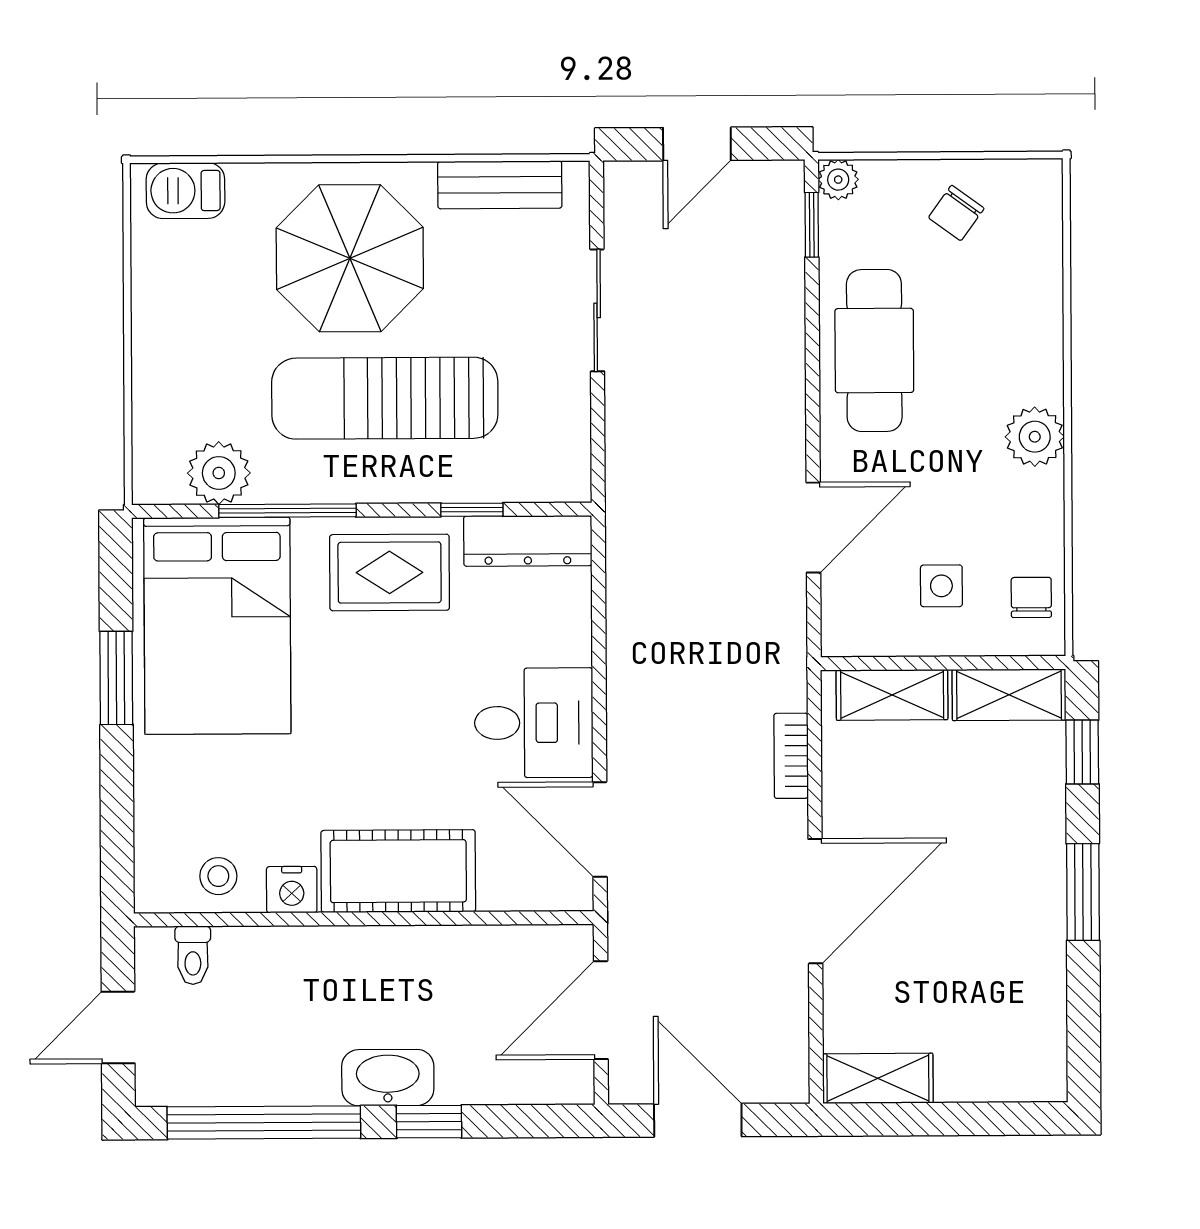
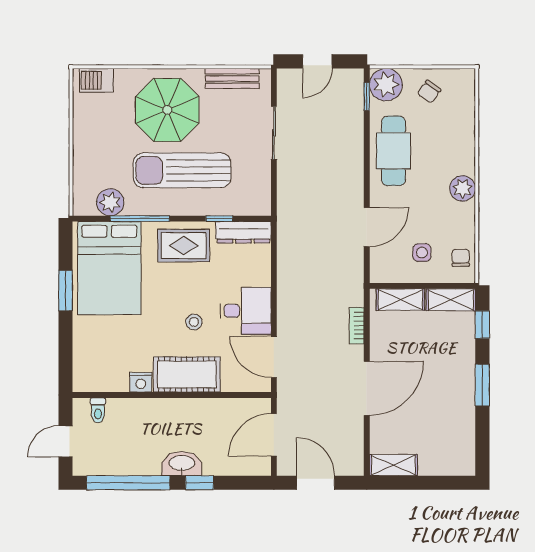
plant: (838, 180) -> (386, 85), width x1.88, depth x1.88
stool: (218, 876) -> (194, 322), moved

